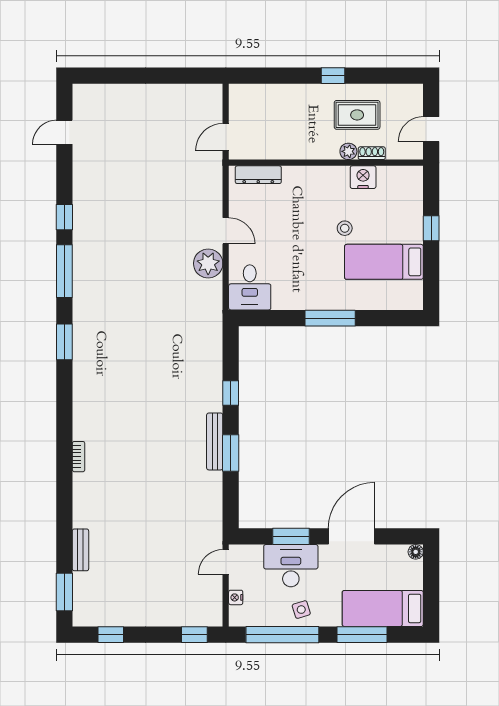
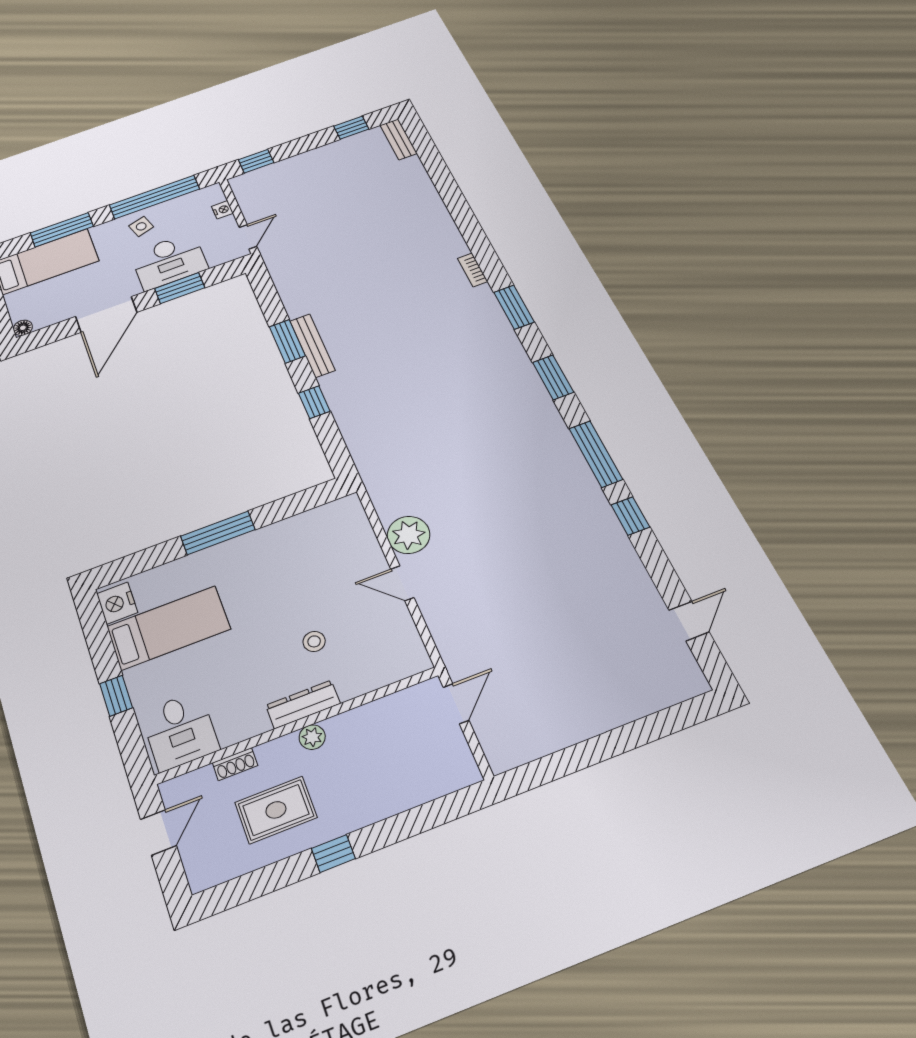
plant: (348, 151) -> (312, 737), moved
dresser: (258, 175) -> (303, 704), moved
nightstand: (363, 177) -> (117, 603), moved, turned 90
stool: (345, 228) -> (314, 641), moved
desk: (250, 287) -> (180, 731), moved, turned 180
bench: (80, 550) -> (398, 139), moved
window: (64, 592) -> (514, 307), moved

